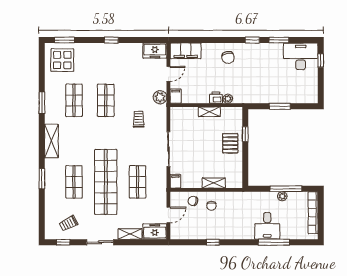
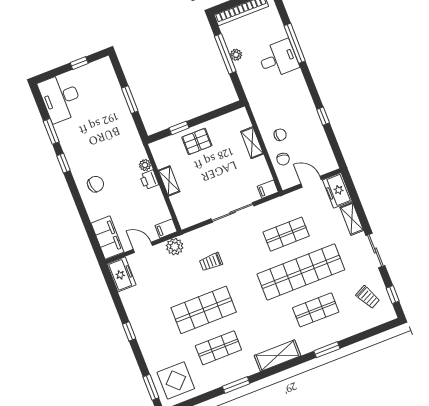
window: (321, 61) -> (79, 63), moved
shop shelf: (106, 100) -> (204, 310), width x1.43, depth x1.36

